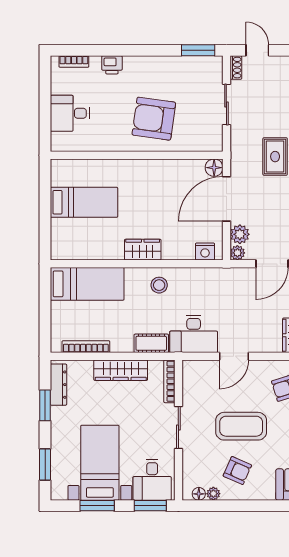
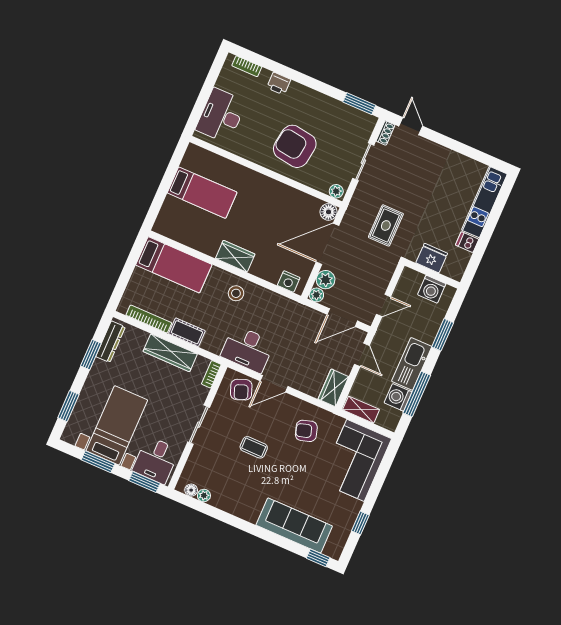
desk: (70, 113) -> (221, 116), width x1.37
plant: (213, 144) -> (336, 191), added
cot: (151, 343) -> (187, 332), moved
bookcase: (169, 381) -> (211, 374), width x0.64
coffee table: (241, 426) -> (254, 447), width x0.54, depth x0.58
armchair: (237, 471) -> (241, 390), moved, turned 45

